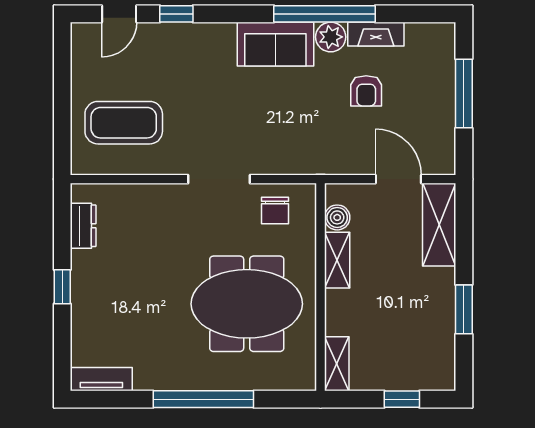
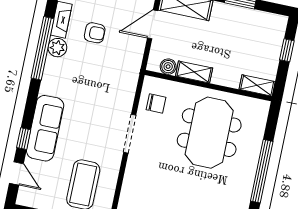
sofa: (275, 44) -> (45, 128), moved, width x1.36

